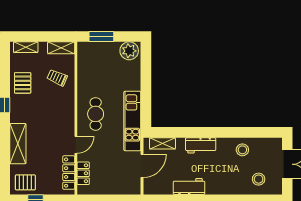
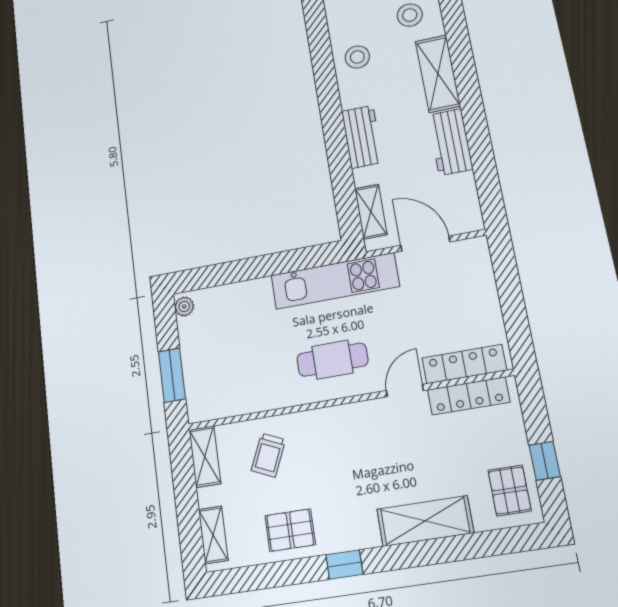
plant: (129, 51) -> (184, 307), width x0.53, depth x0.53
door: (76, 145) -> (405, 391), hinge flipped
locker: (83, 173) -> (464, 364), width x1.53
shelving: (225, 187) -> (438, 74), added

